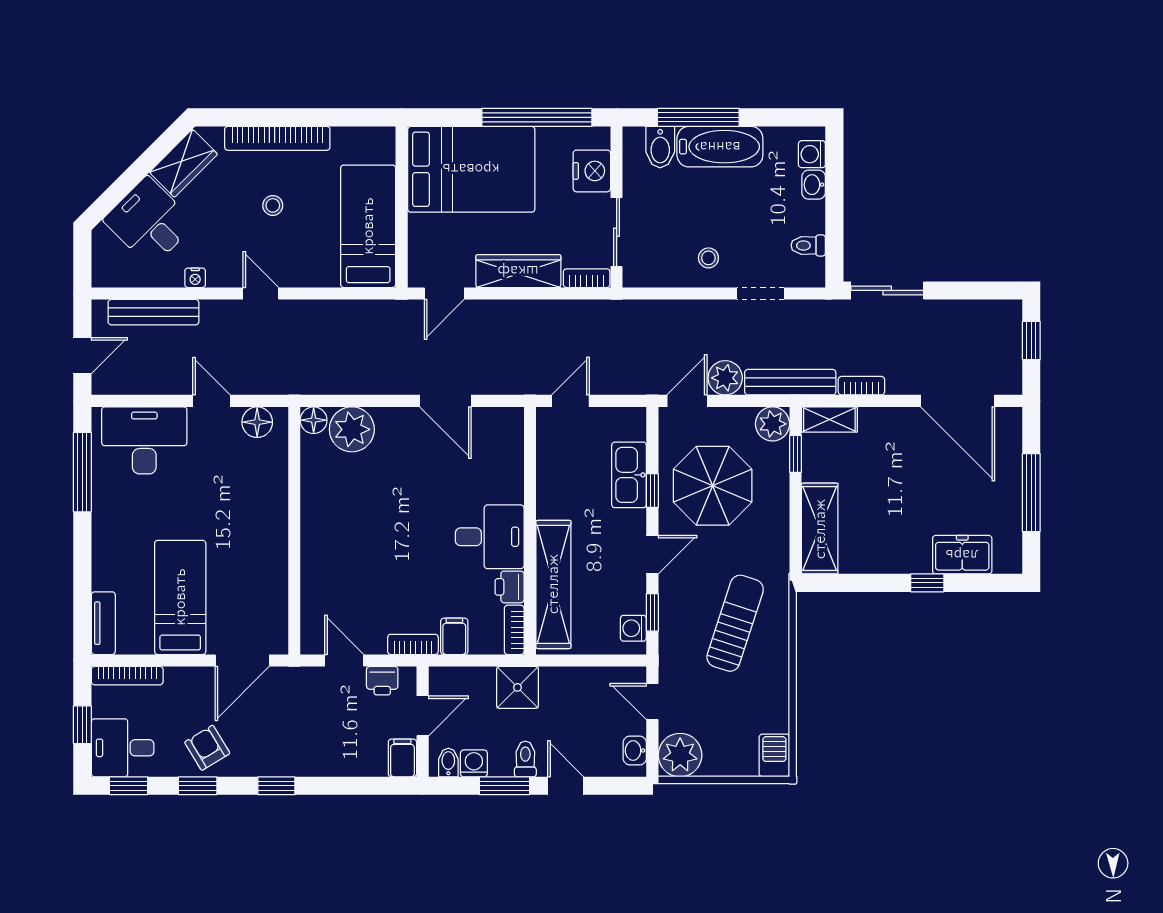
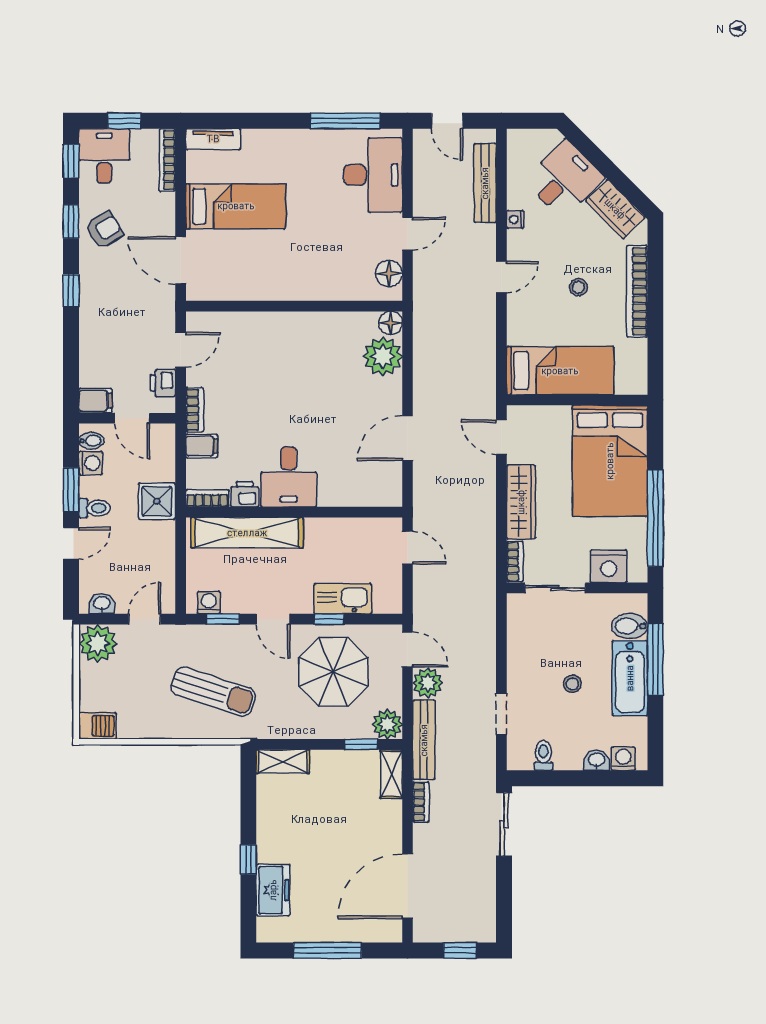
stool: (708, 258) -> (572, 684), moved
shelving: (820, 529) -> (283, 761), width x0.67, depth x0.75

